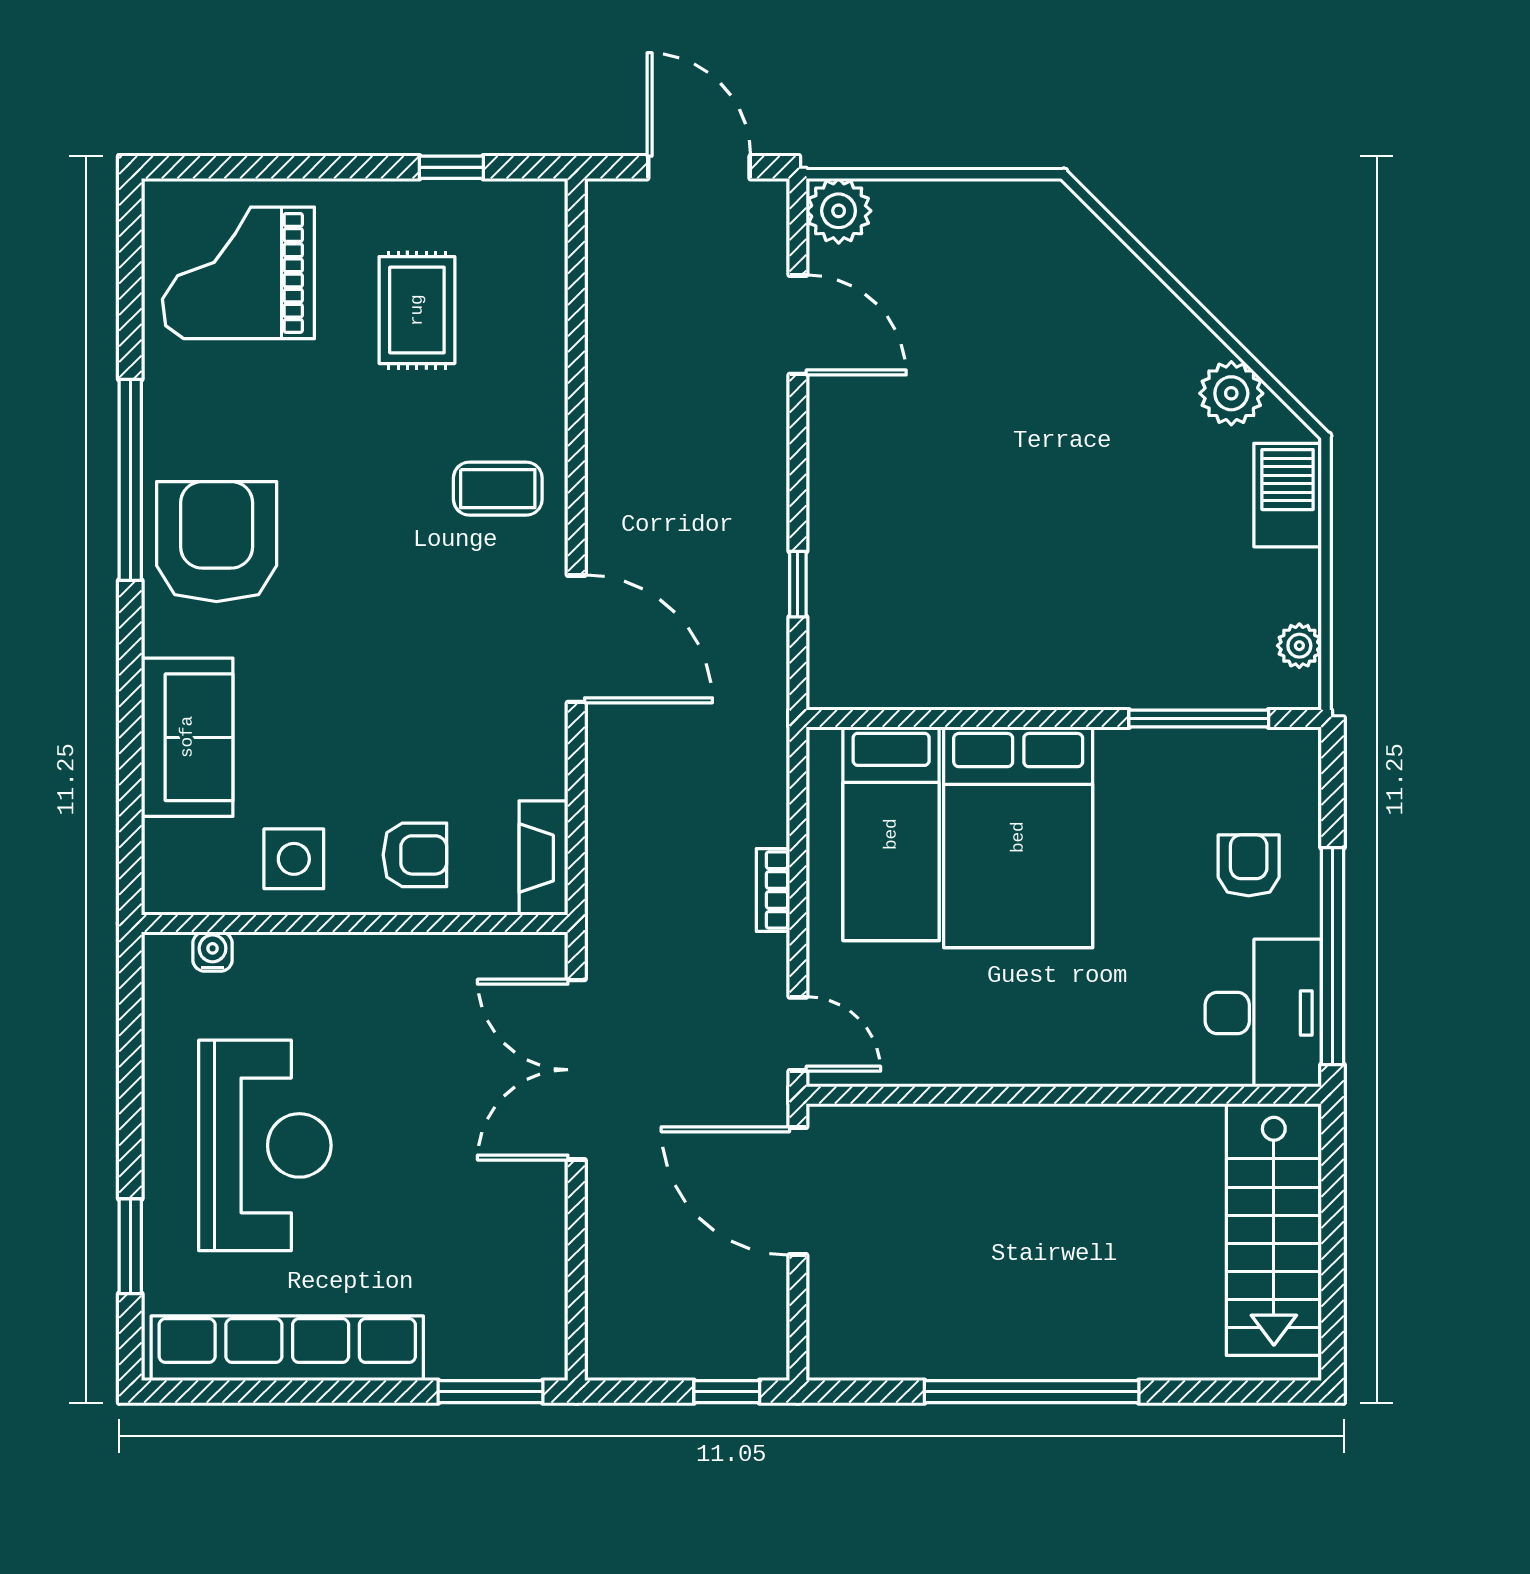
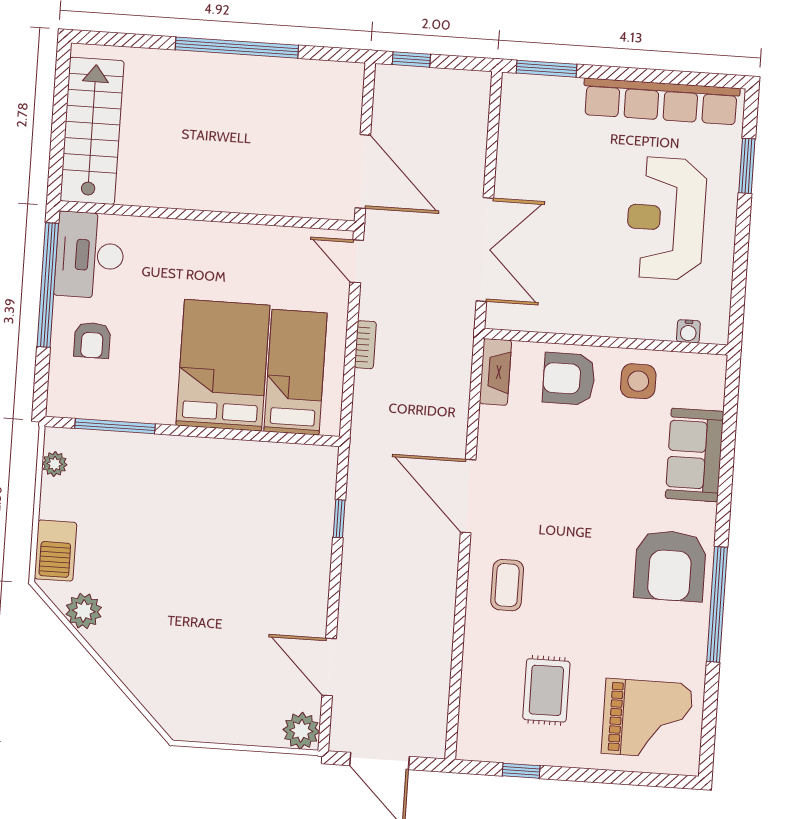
coffee table: (498, 489) -> (507, 585), turned 90
armchair: (415, 855) -> (569, 379), width x1.38, depth x1.38

